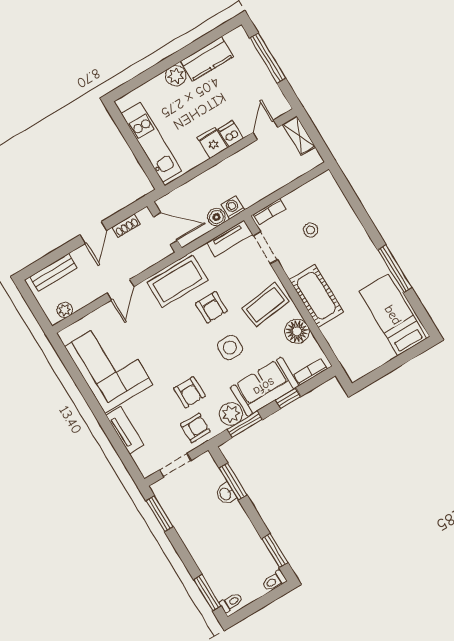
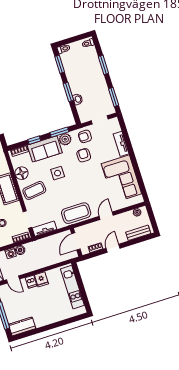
kitchen counter: (207, 59) -> (22, 326), moved
plant: (176, 76) -> (52, 318), removed
door: (265, 130) -> (13, 279), hinge flipped
washing machine: (233, 207) -> (11, 253), moved
boiler: (216, 217) -> (20, 250), moved
door: (165, 229) -> (76, 241), hinge flipped
armchair: (211, 307) -> (62, 196), removed
window: (233, 481) -> (68, 92), moved
window: (207, 593) -> (103, 65), moved

